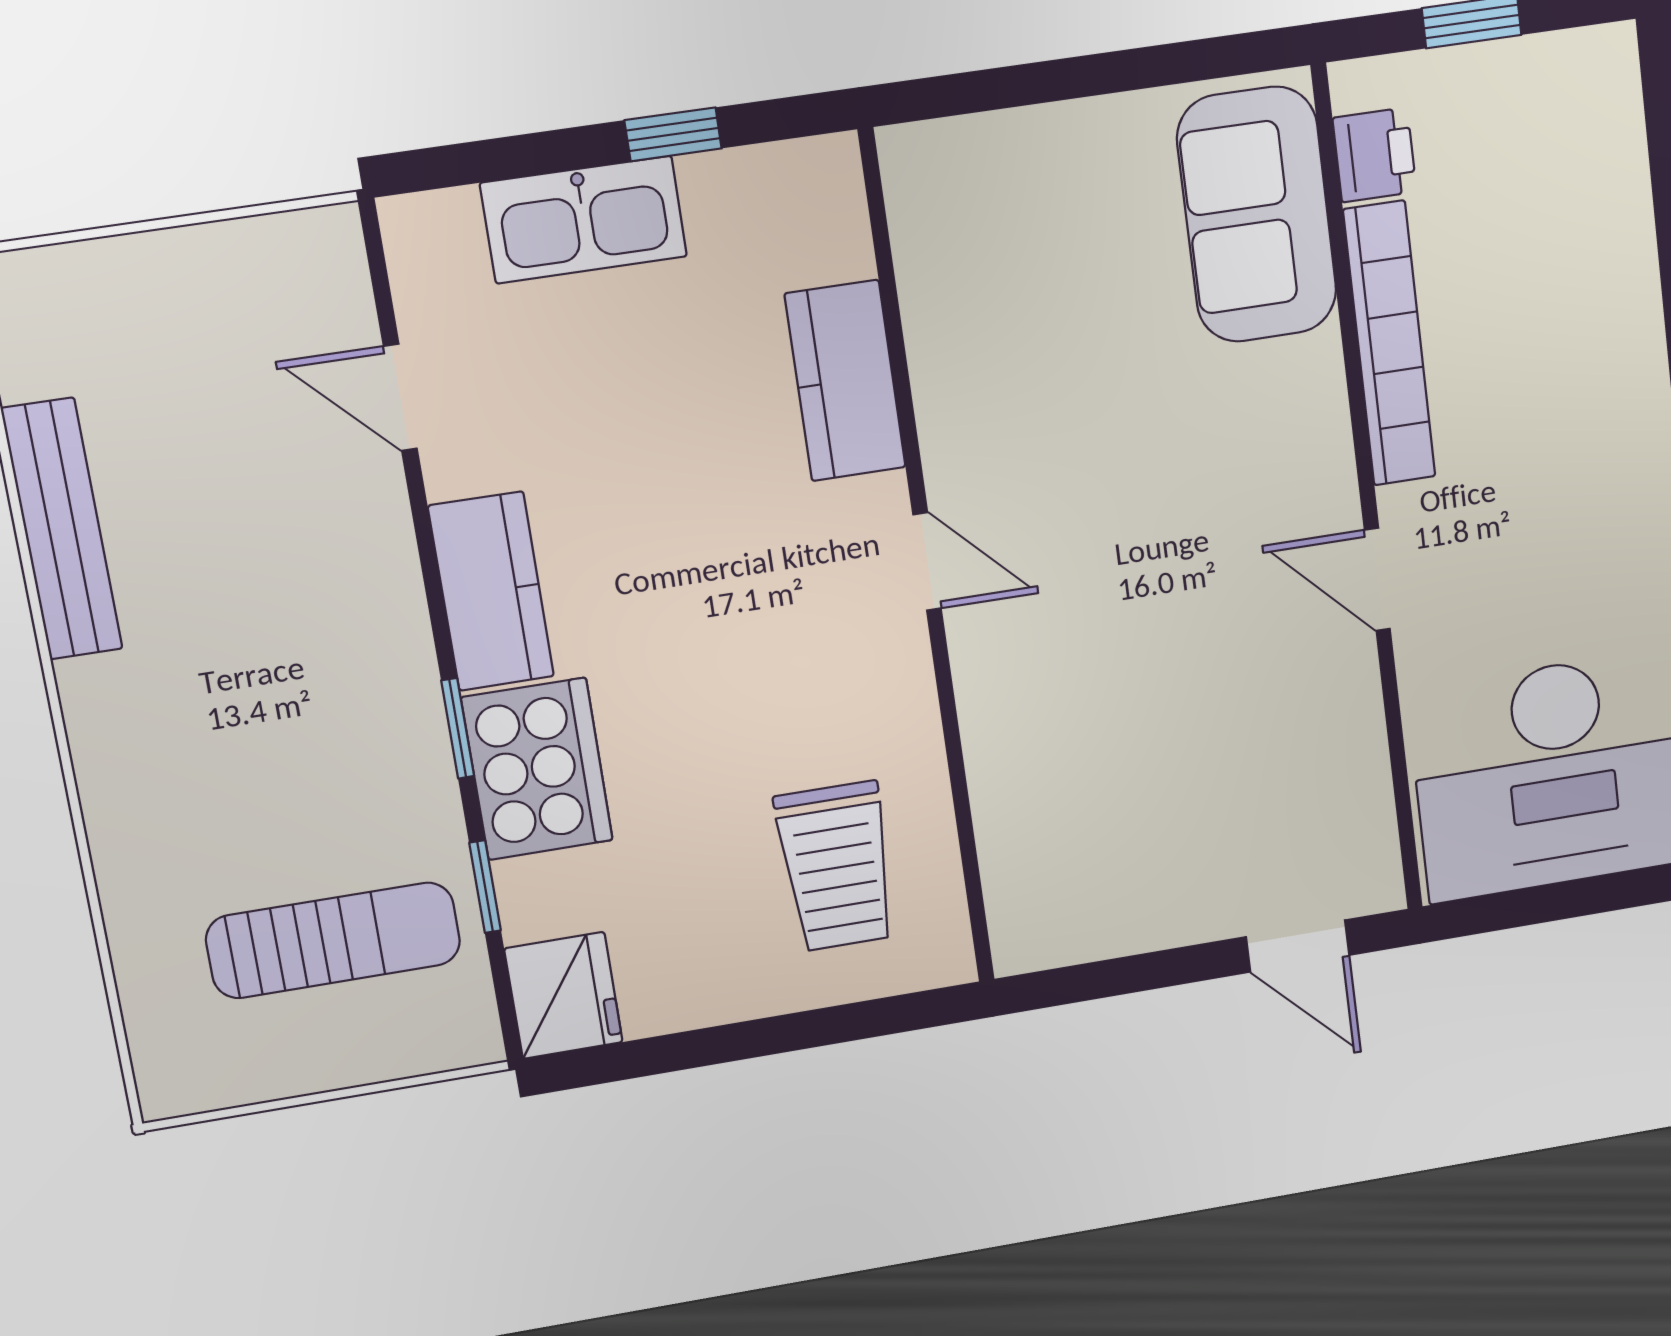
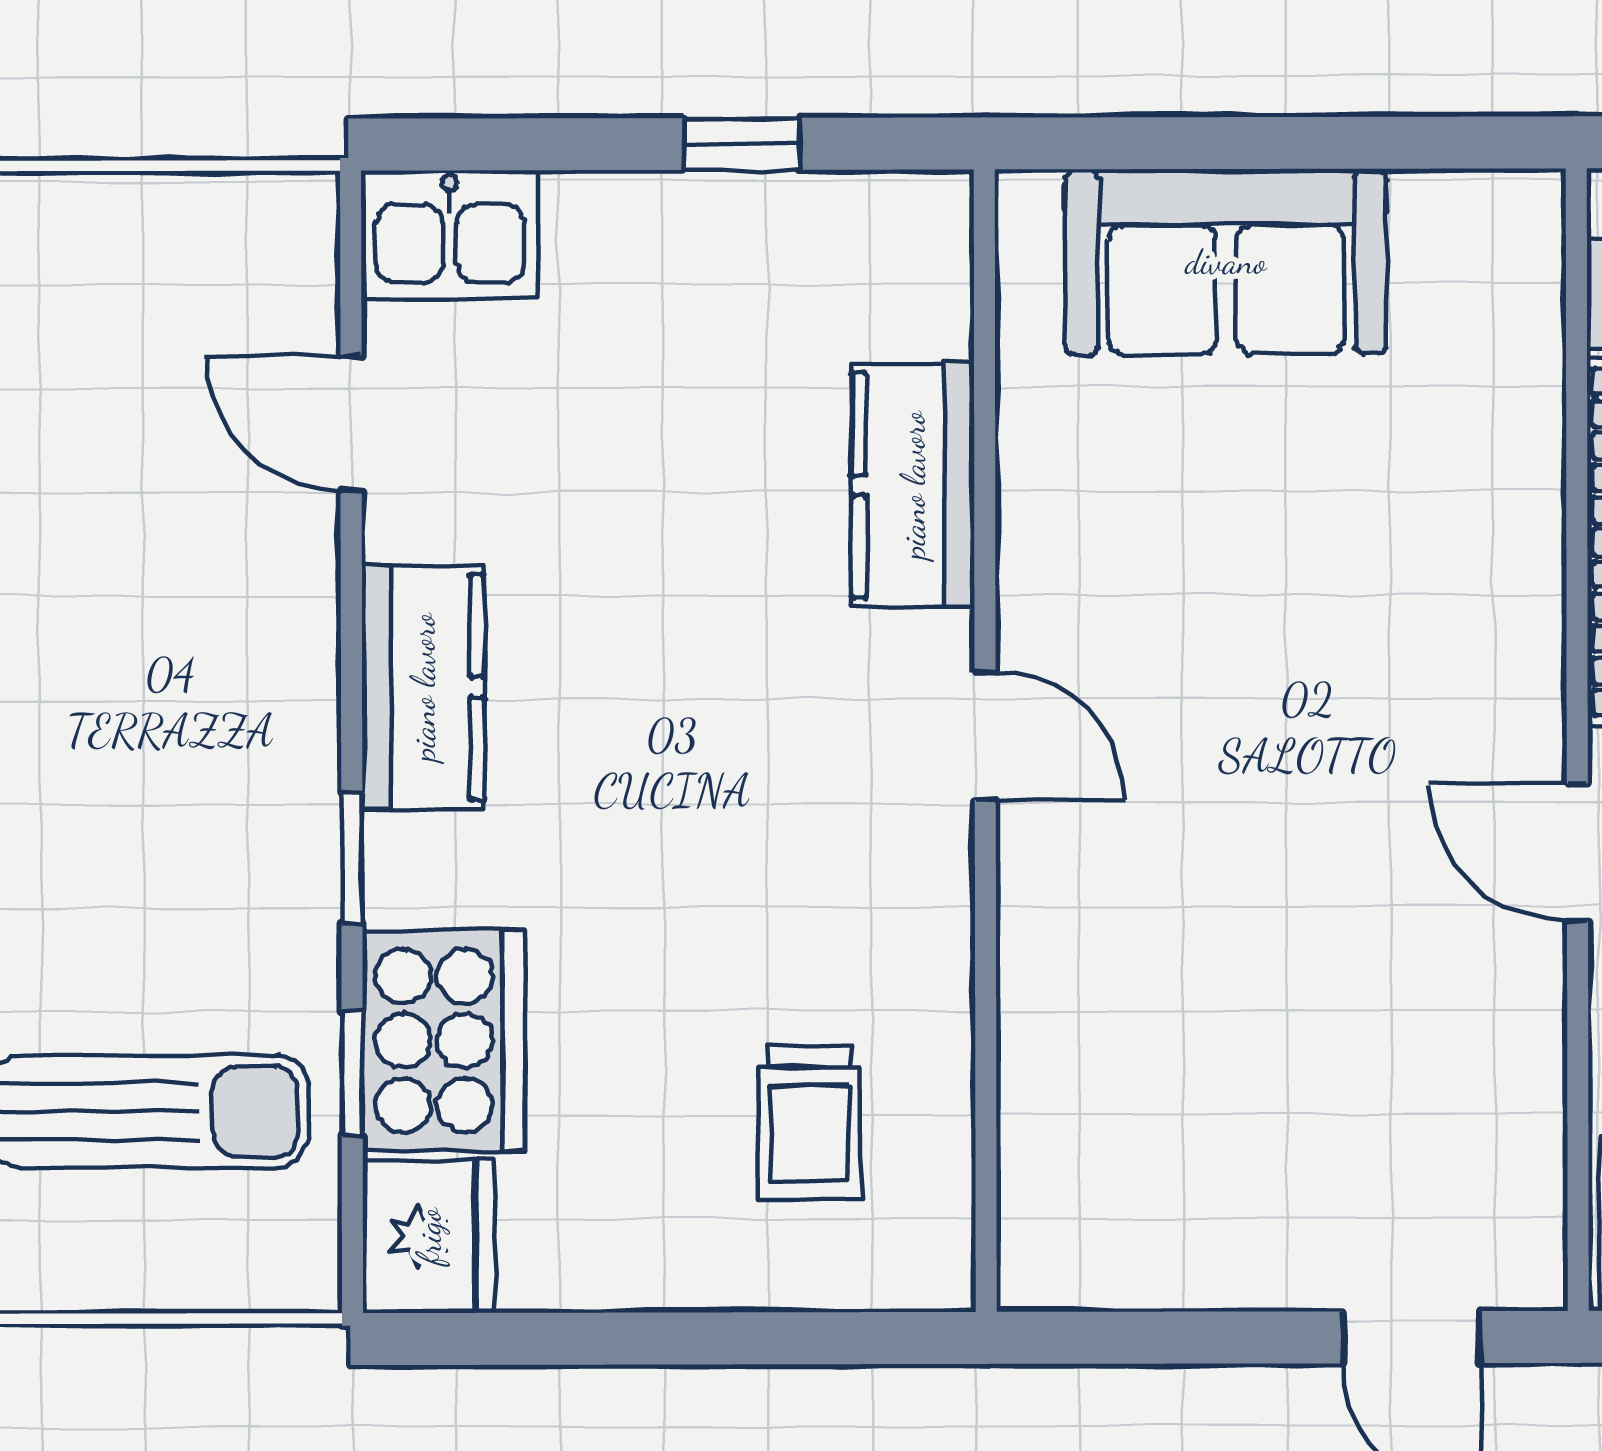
sofa: (1257, 215) -> (1226, 262), moved, turned -90
kitchen sink: (584, 220) -> (450, 234), moved, width x0.73
cooker: (537, 769) -> (444, 1041), moved
trolley: (836, 866) -> (810, 1123), width x0.73, depth x0.72

